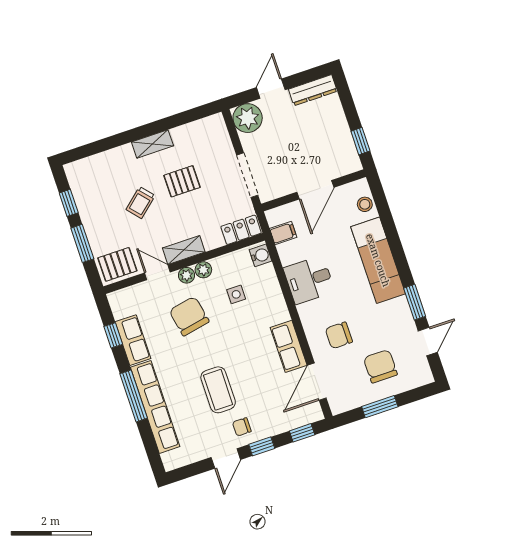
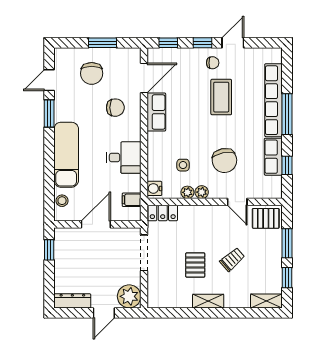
pallet: (182, 181) -> (195, 265), turned 90
shelving: (184, 250) -> (266, 301), moved
plant: (187, 275) -> (187, 192), moved

